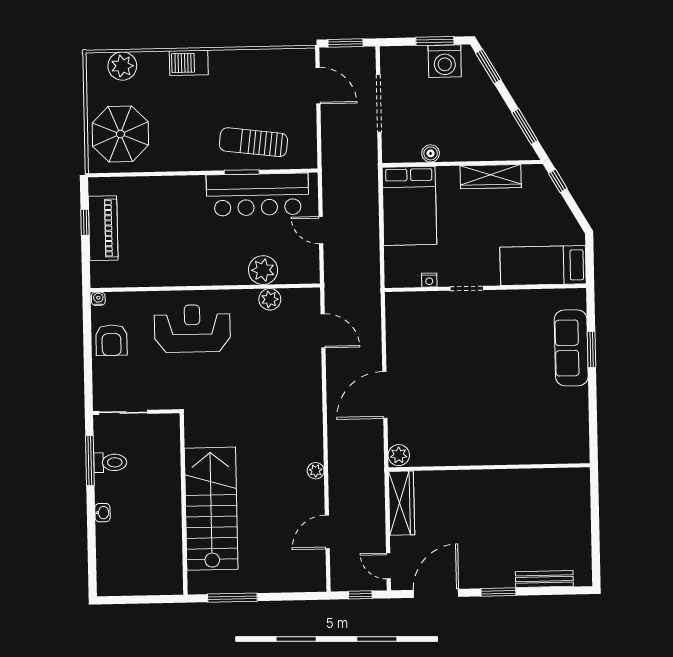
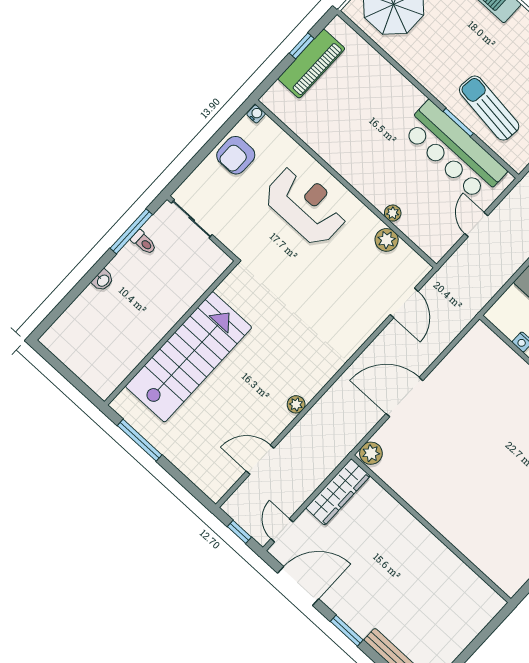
plant: (263, 270) -> (393, 213), width x0.53, depth x0.53
toilet: (110, 462) -> (144, 242), width x0.73, depth x0.72

